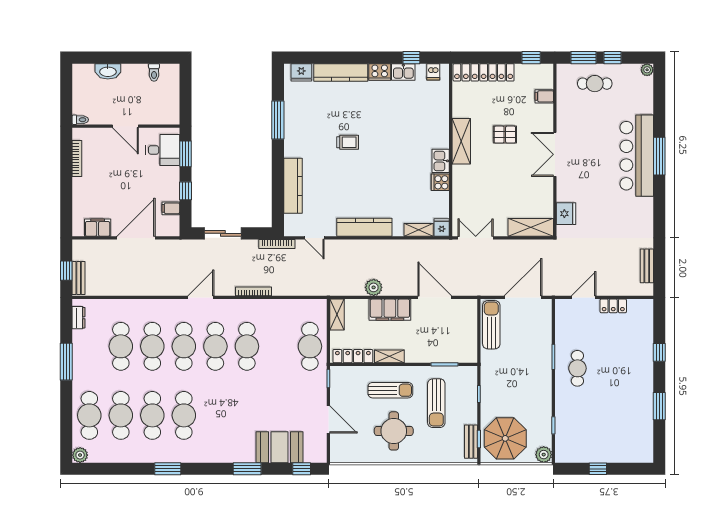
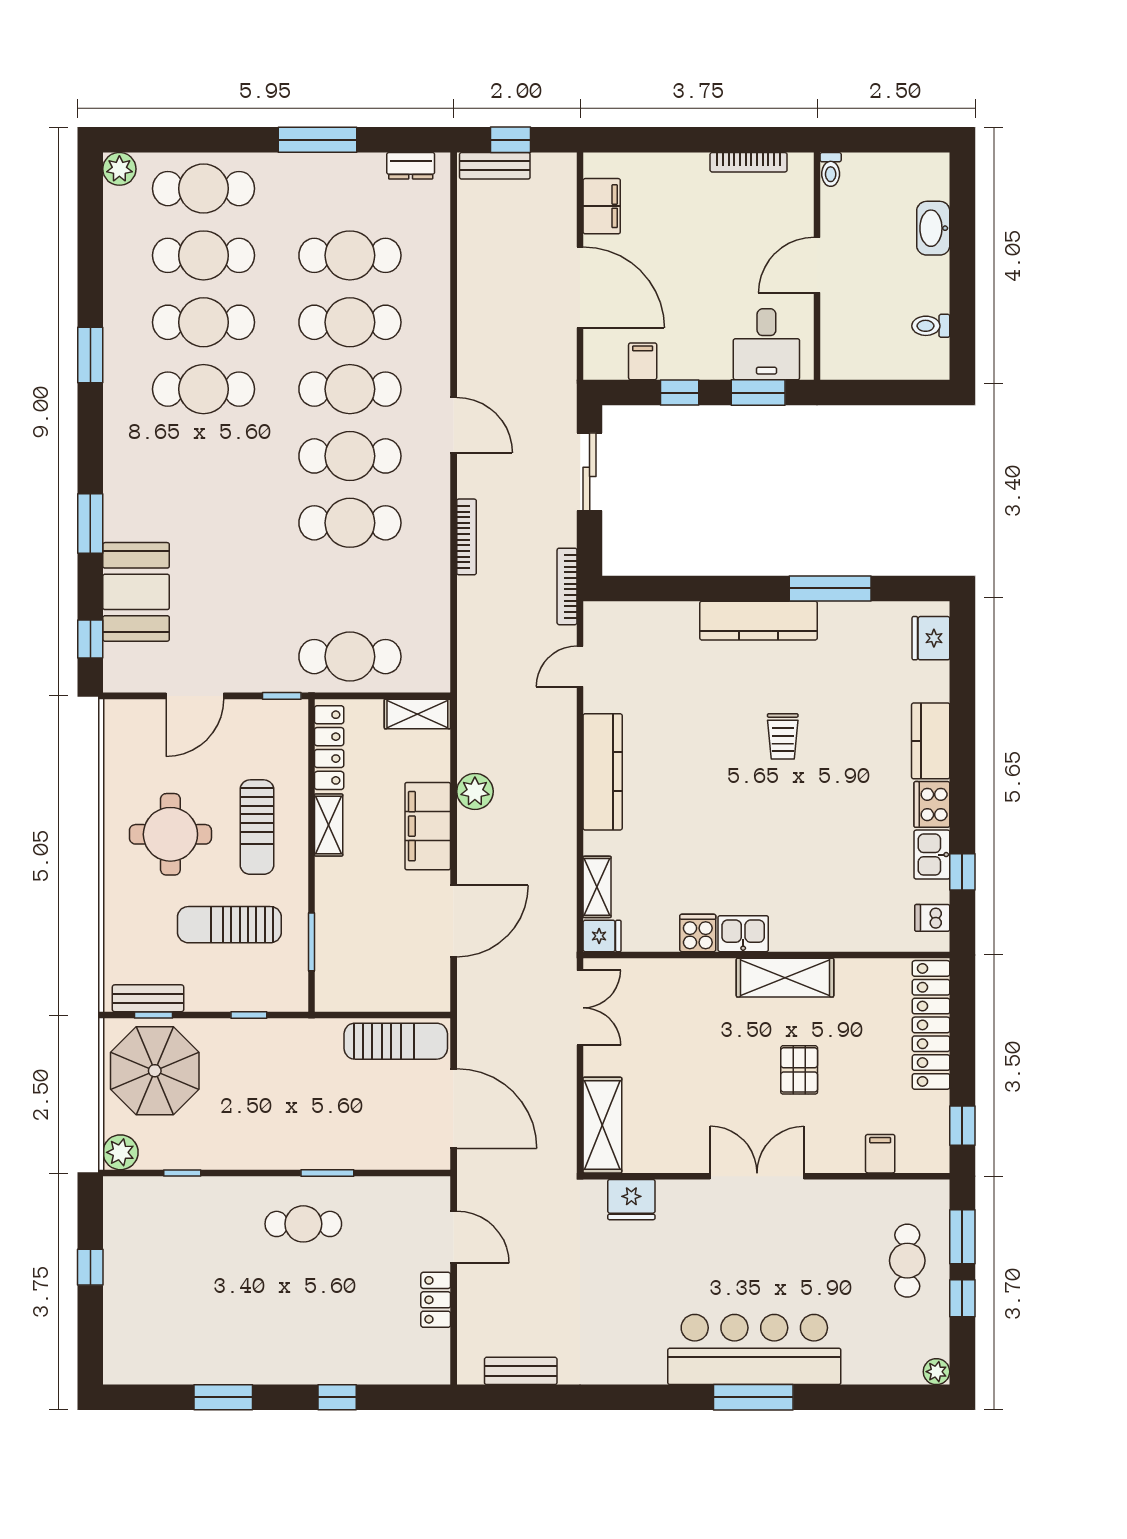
kitchen counter: (341, 73) -> (931, 741), width x0.67
kitchen counter: (293, 186) -> (759, 621), moved

